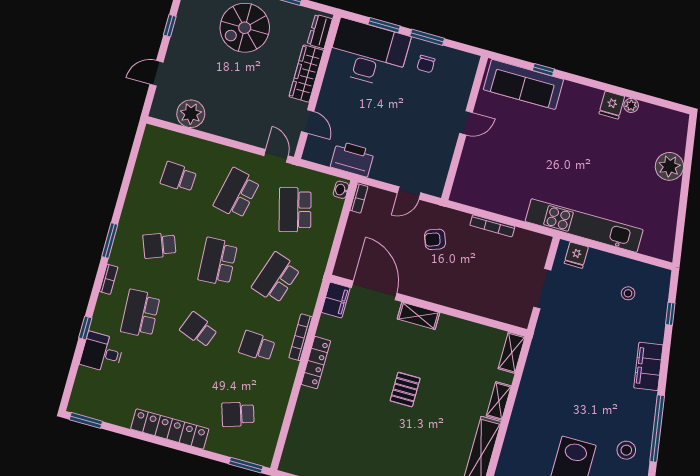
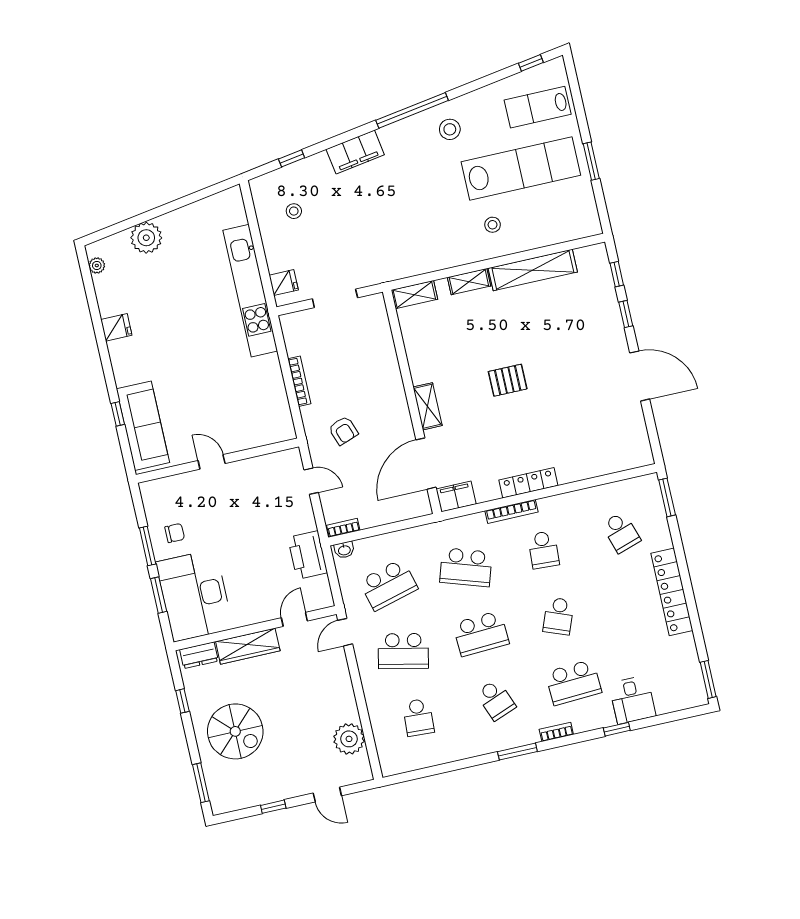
plant: (631, 105) -> (97, 265), moved
stool: (533, 443) -> (493, 225), added

